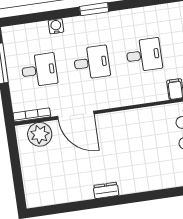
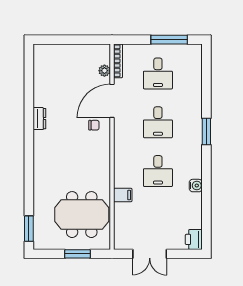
water cooler: (56, 26) -> (196, 186), moved
chair: (105, 131) -> (94, 125), added
plant: (40, 134) -> (104, 71), width x0.53, depth x0.53

